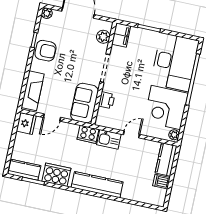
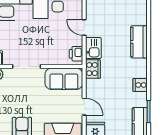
printer: (107, 100) -> (76, 54), moved, turned -90
cooker: (56, 175) -> (140, 85), width x0.53, depth x0.76
kitchen counter: (97, 185) -> (139, 42), width x0.67

